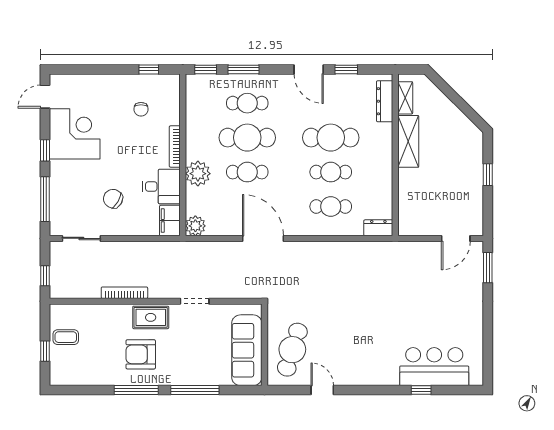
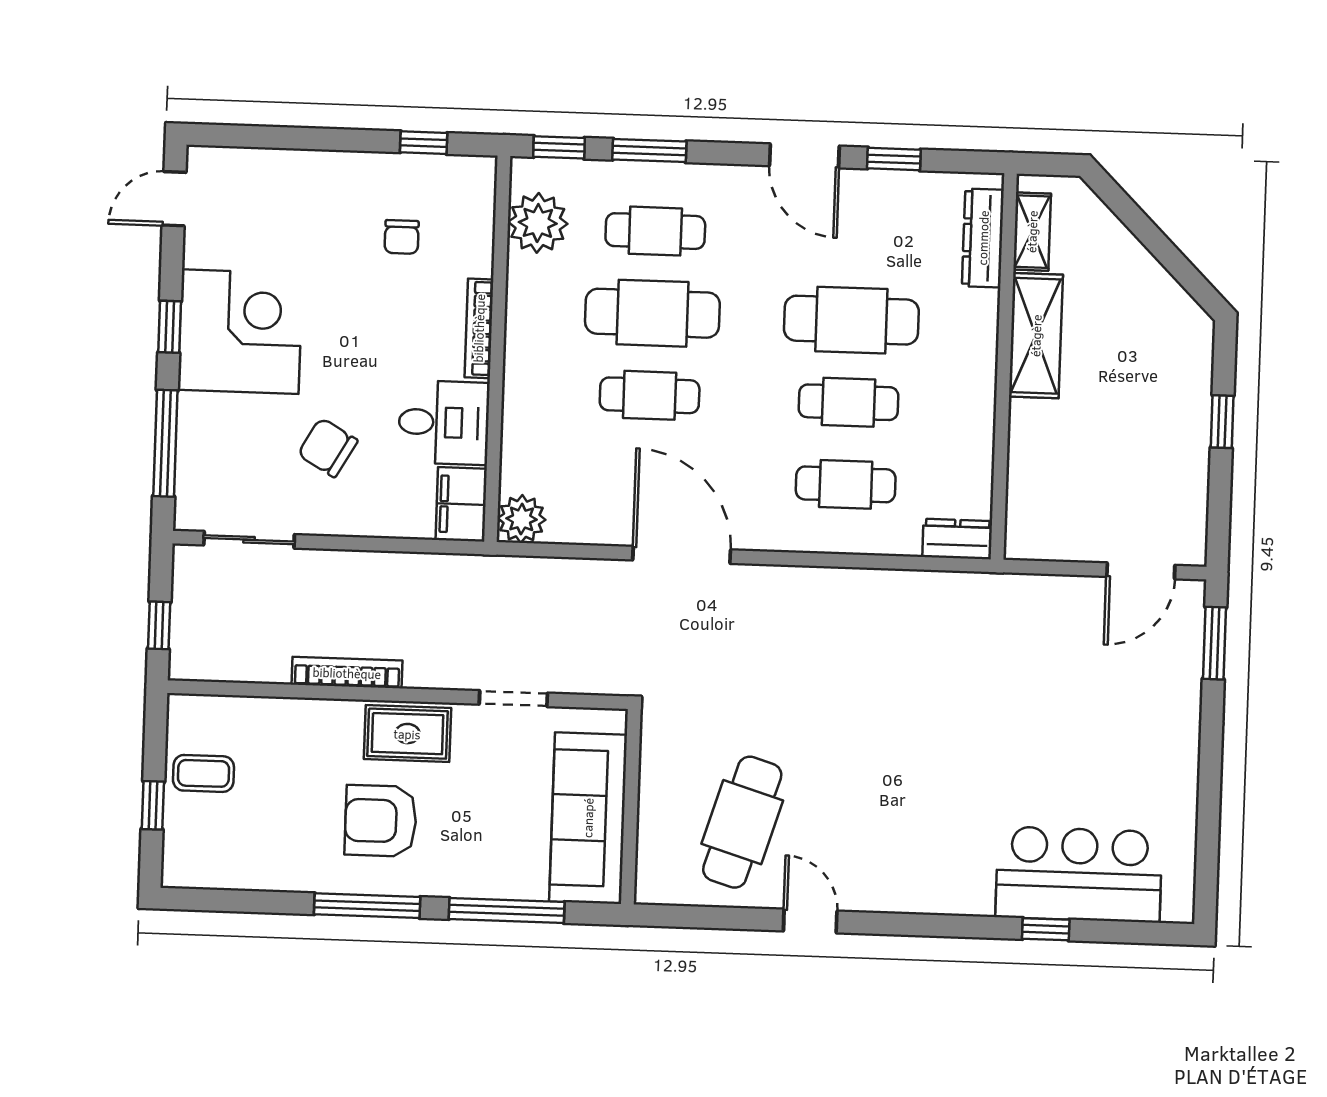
corner desk: (75, 134) -> (240, 332), moved
plant: (198, 174) -> (538, 223), moved
wall: (265, 345) -> (631, 807), moved
sofa: (247, 350) -> (588, 818), moved

